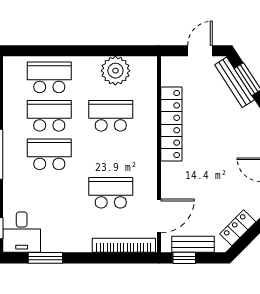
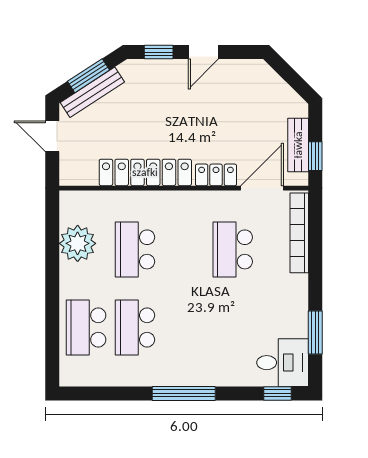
school desk: (49, 154) -> (184, 327), removed
door: (159, 216) -> (262, 188), hinge flipped
locker: (238, 228) -> (216, 175), moved, turned 135

